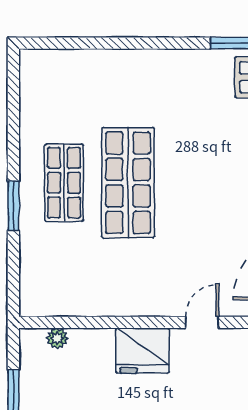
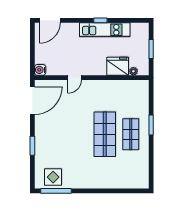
fridge: (142, 350) -> (118, 66), moved

